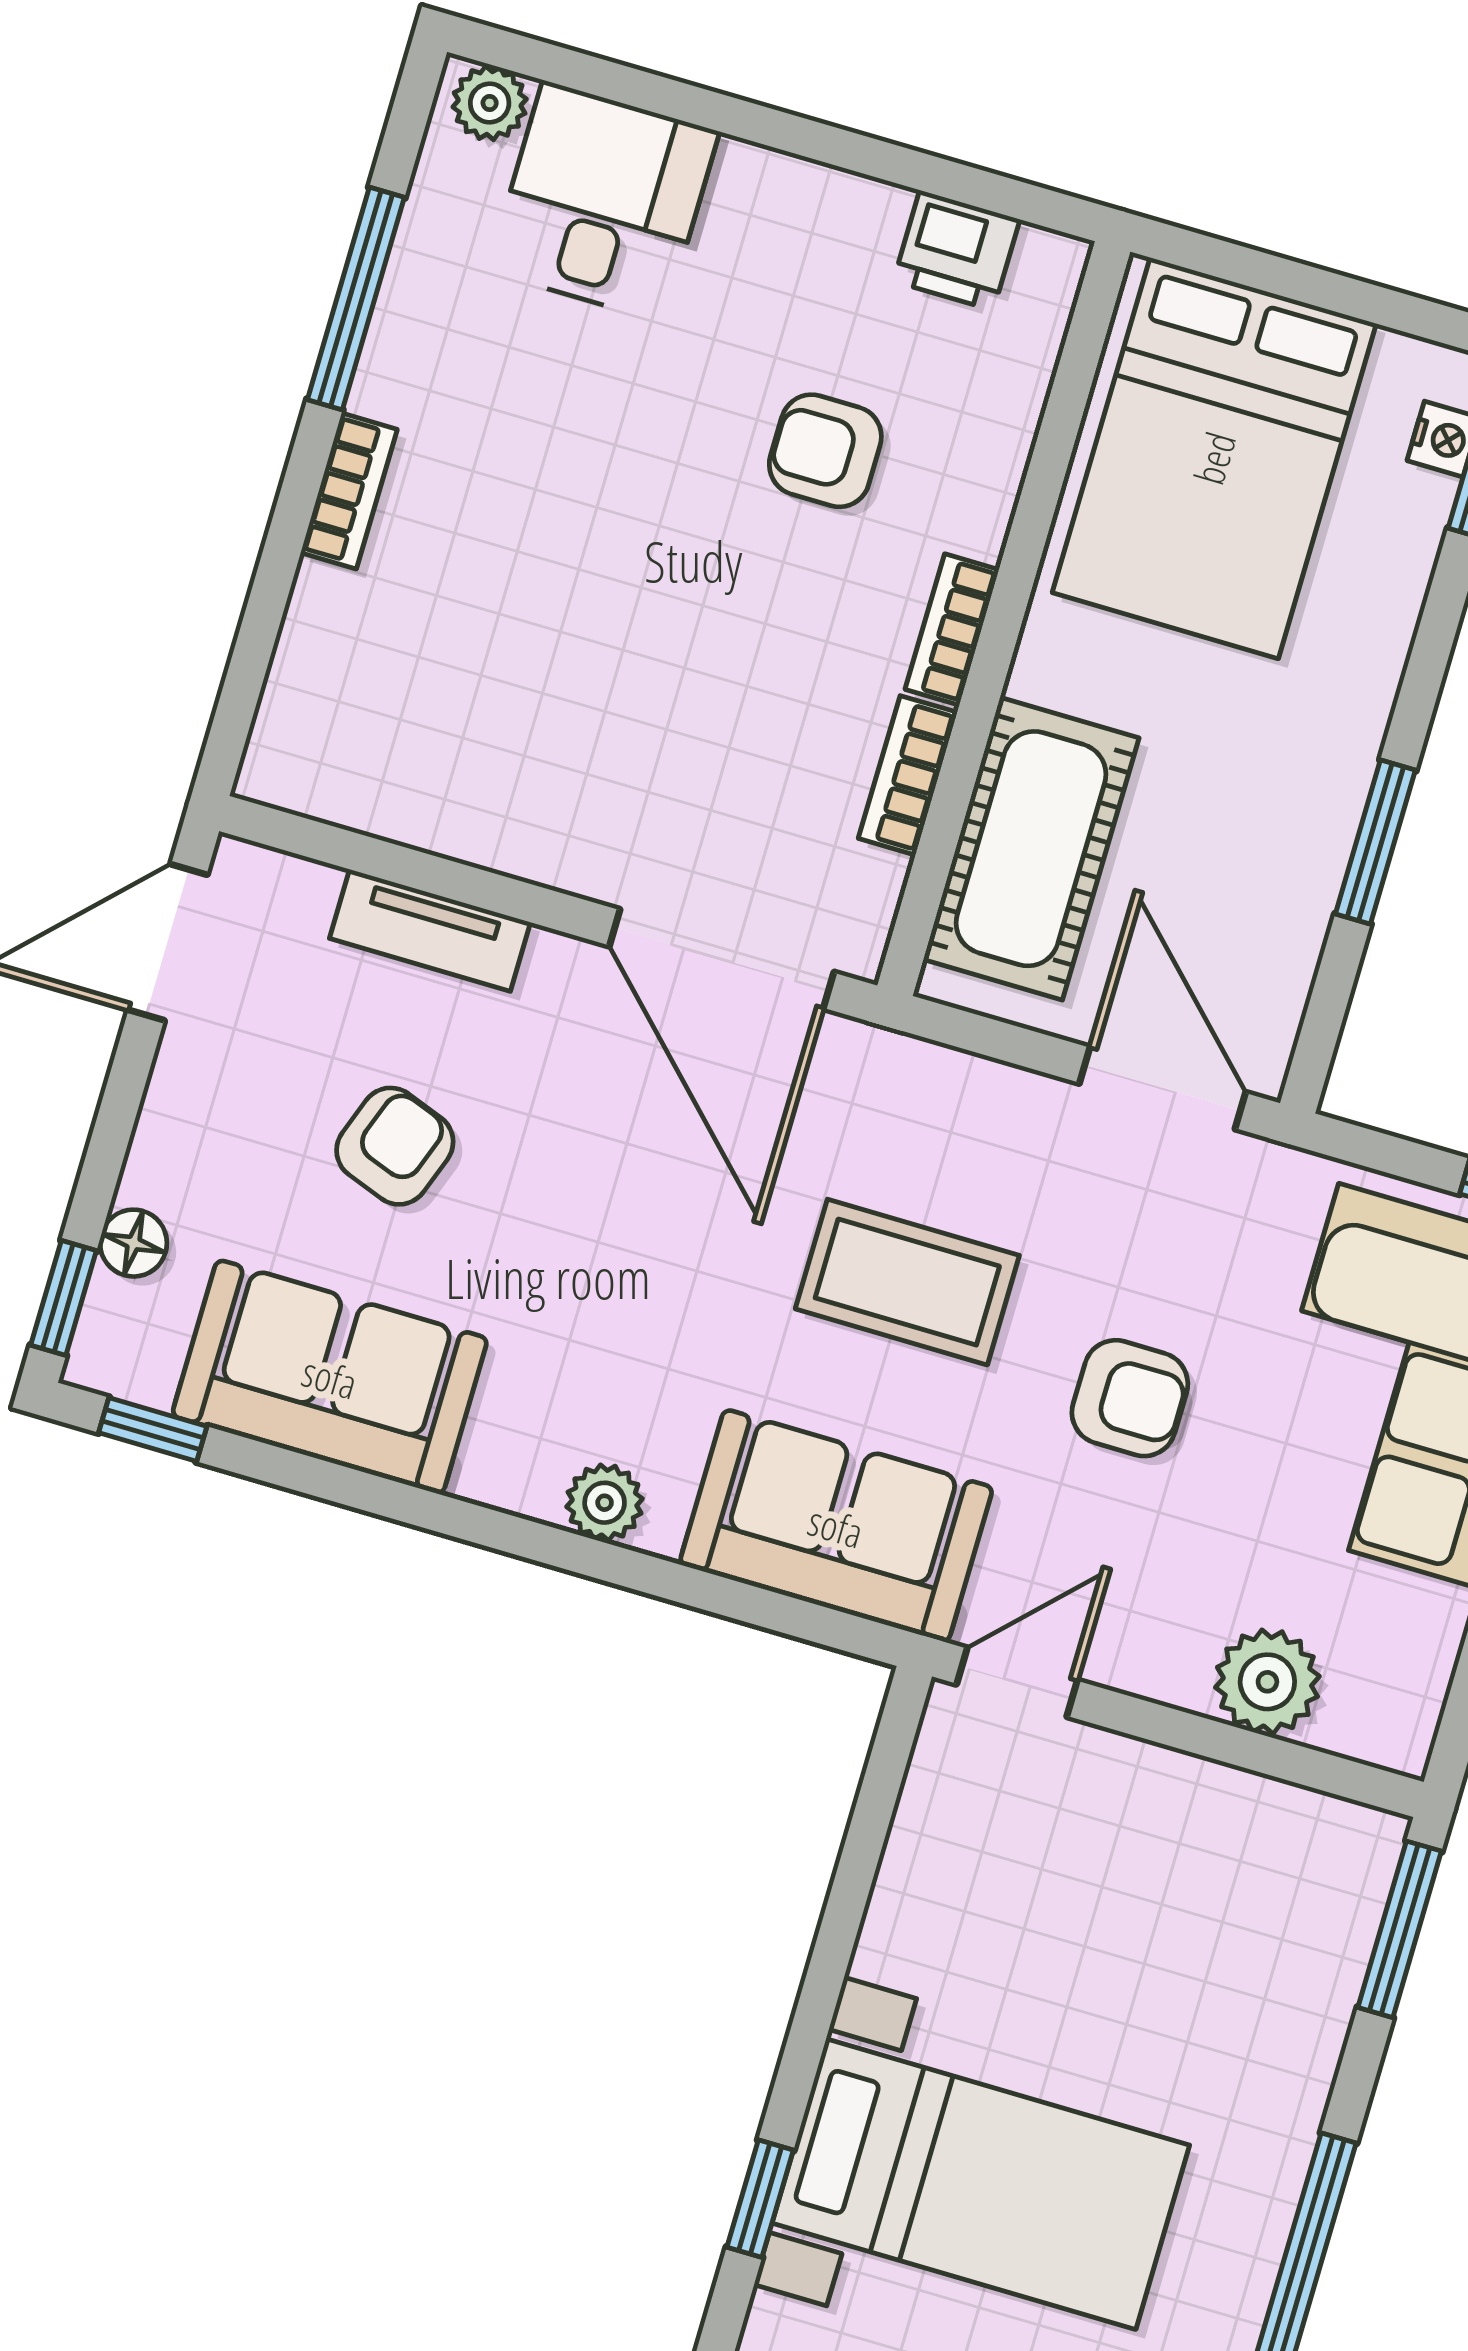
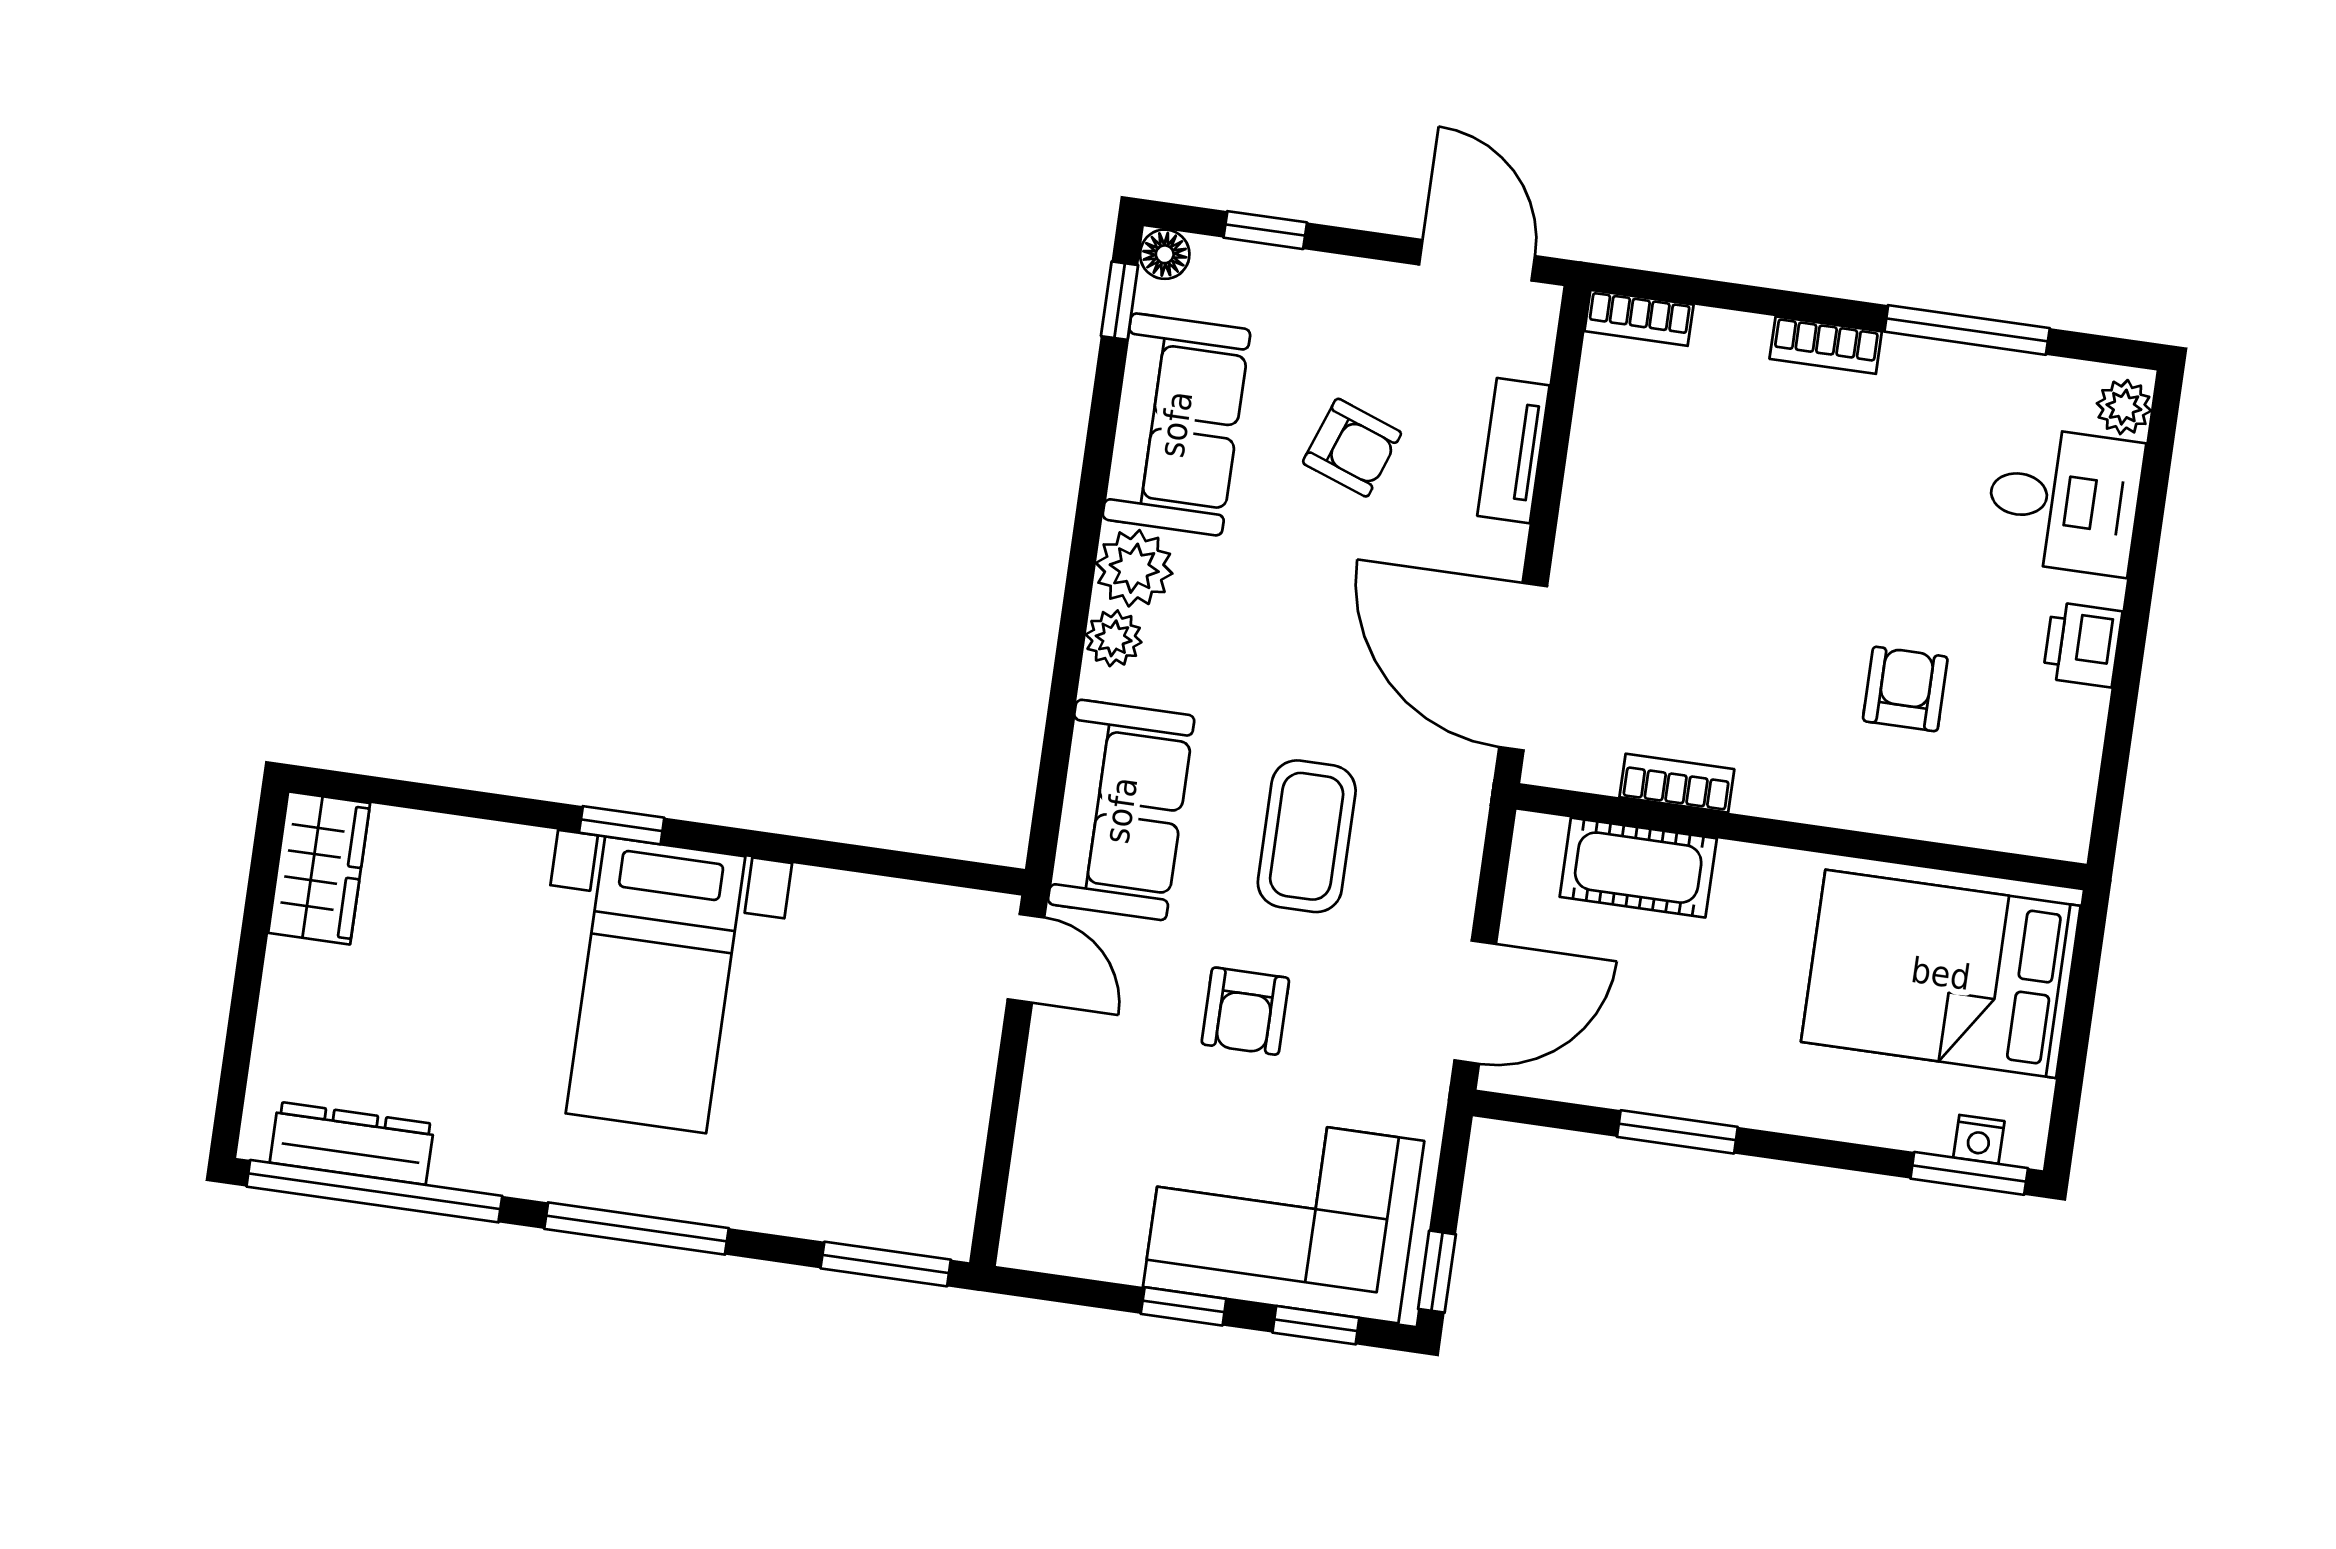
printer: (957, 250) -> (2082, 645), moved
bookcase: (952, 629) -> (1639, 318), moved, turned 180
cot: (1031, 849) -> (1638, 868), width x0.73, depth x0.75
door: (722, 959) -> (1523, 667), hinge flipped
floor lamp: (133, 1243) -> (1165, 254), moved
window: (64, 1298) -> (1265, 230), moved
plant: (1267, 1682) -> (1134, 568), moved

